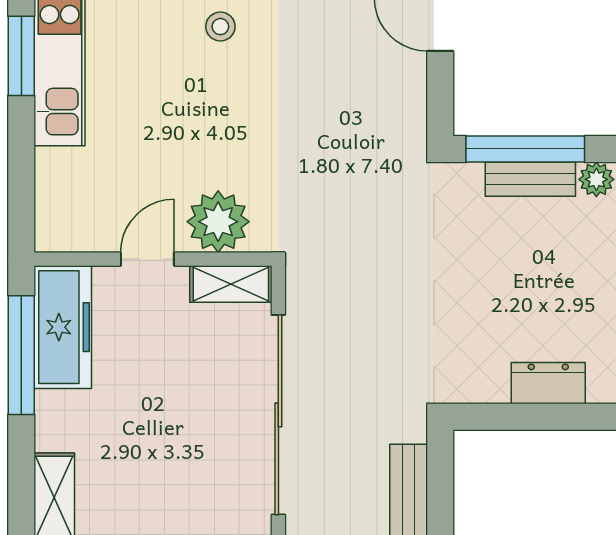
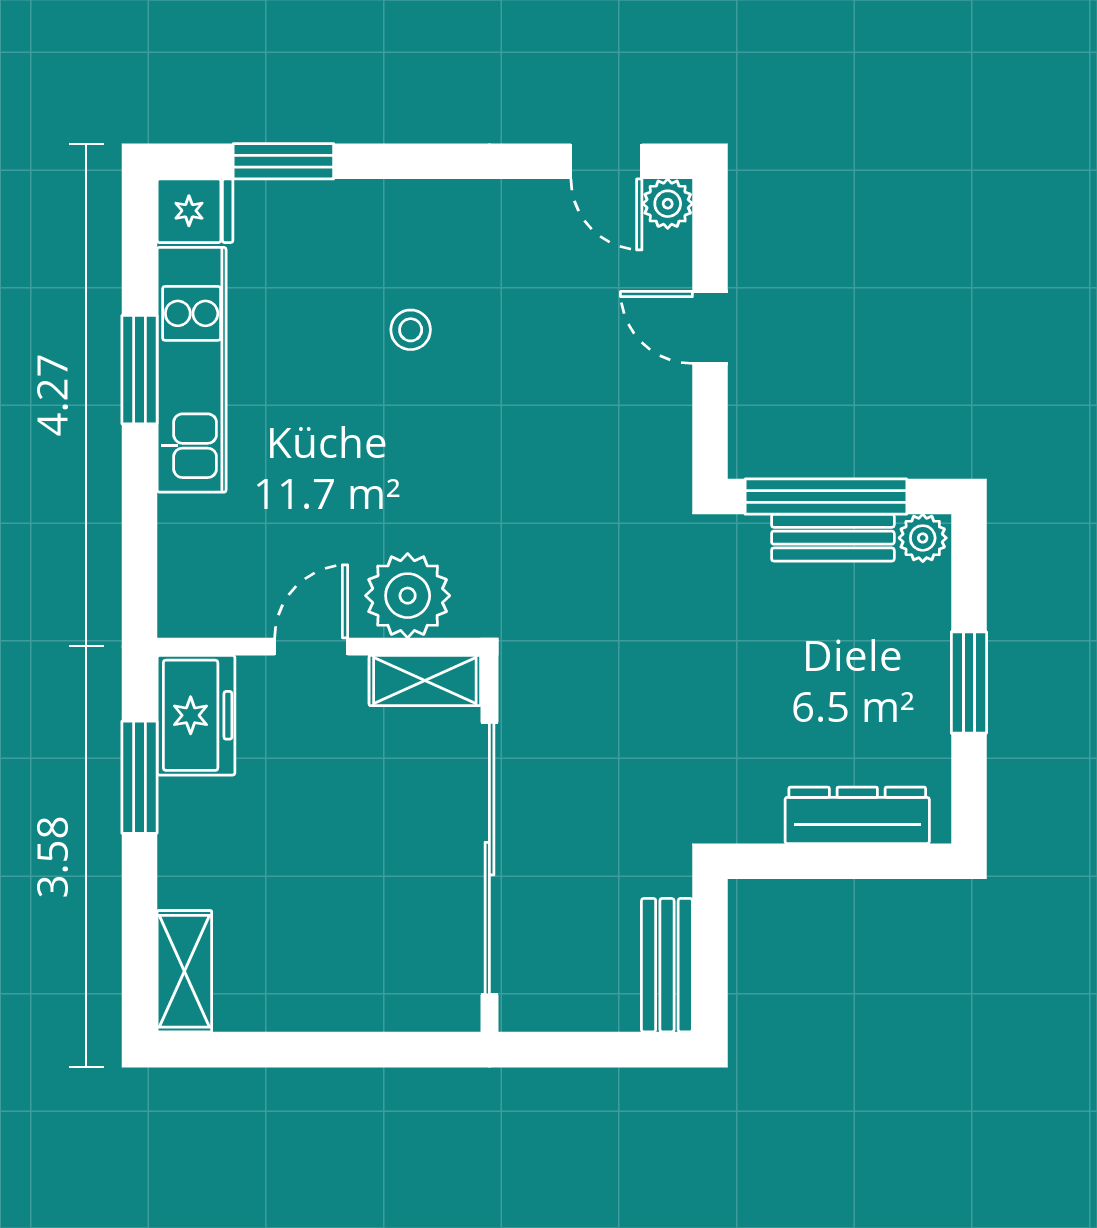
freezer: (63, 327) -> (196, 715), width x0.71
window: (21, 355) -> (139, 777), width x0.69
dresser: (548, 383) -> (857, 815), width x1.44

